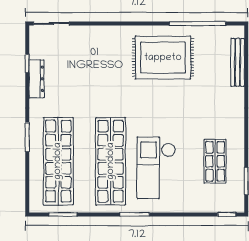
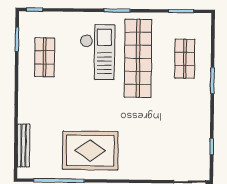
dresser: (37, 79) -> (203, 133), removed
shop shelf: (58, 161) -> (185, 59), width x0.50, depth x0.74

